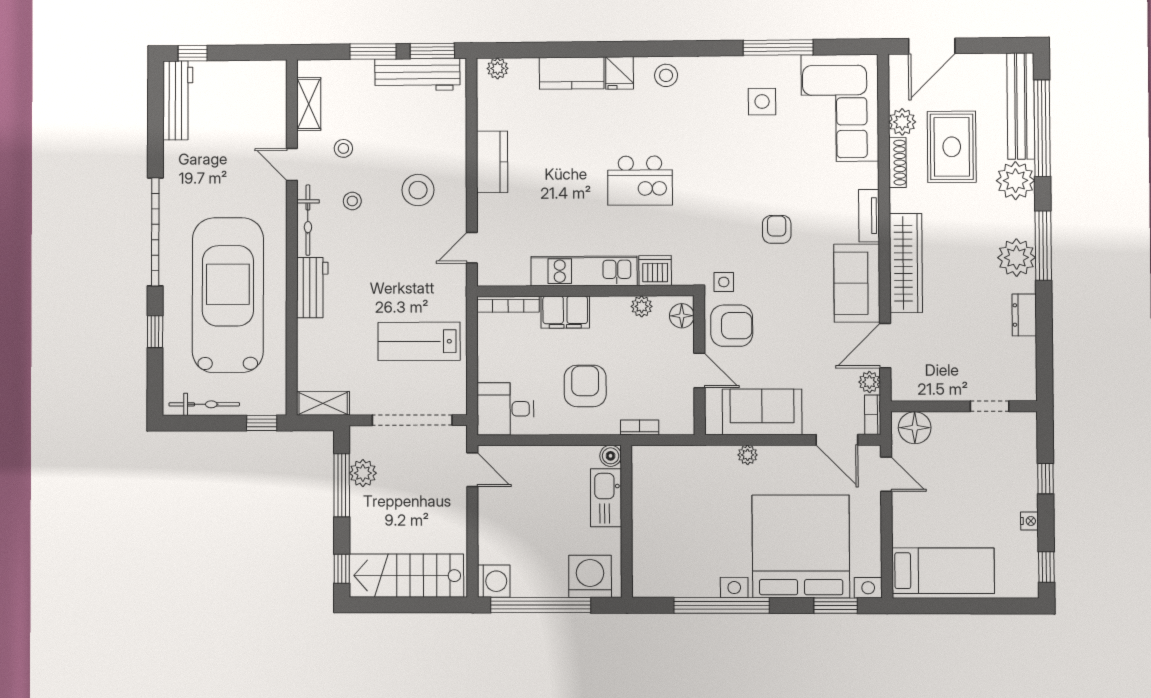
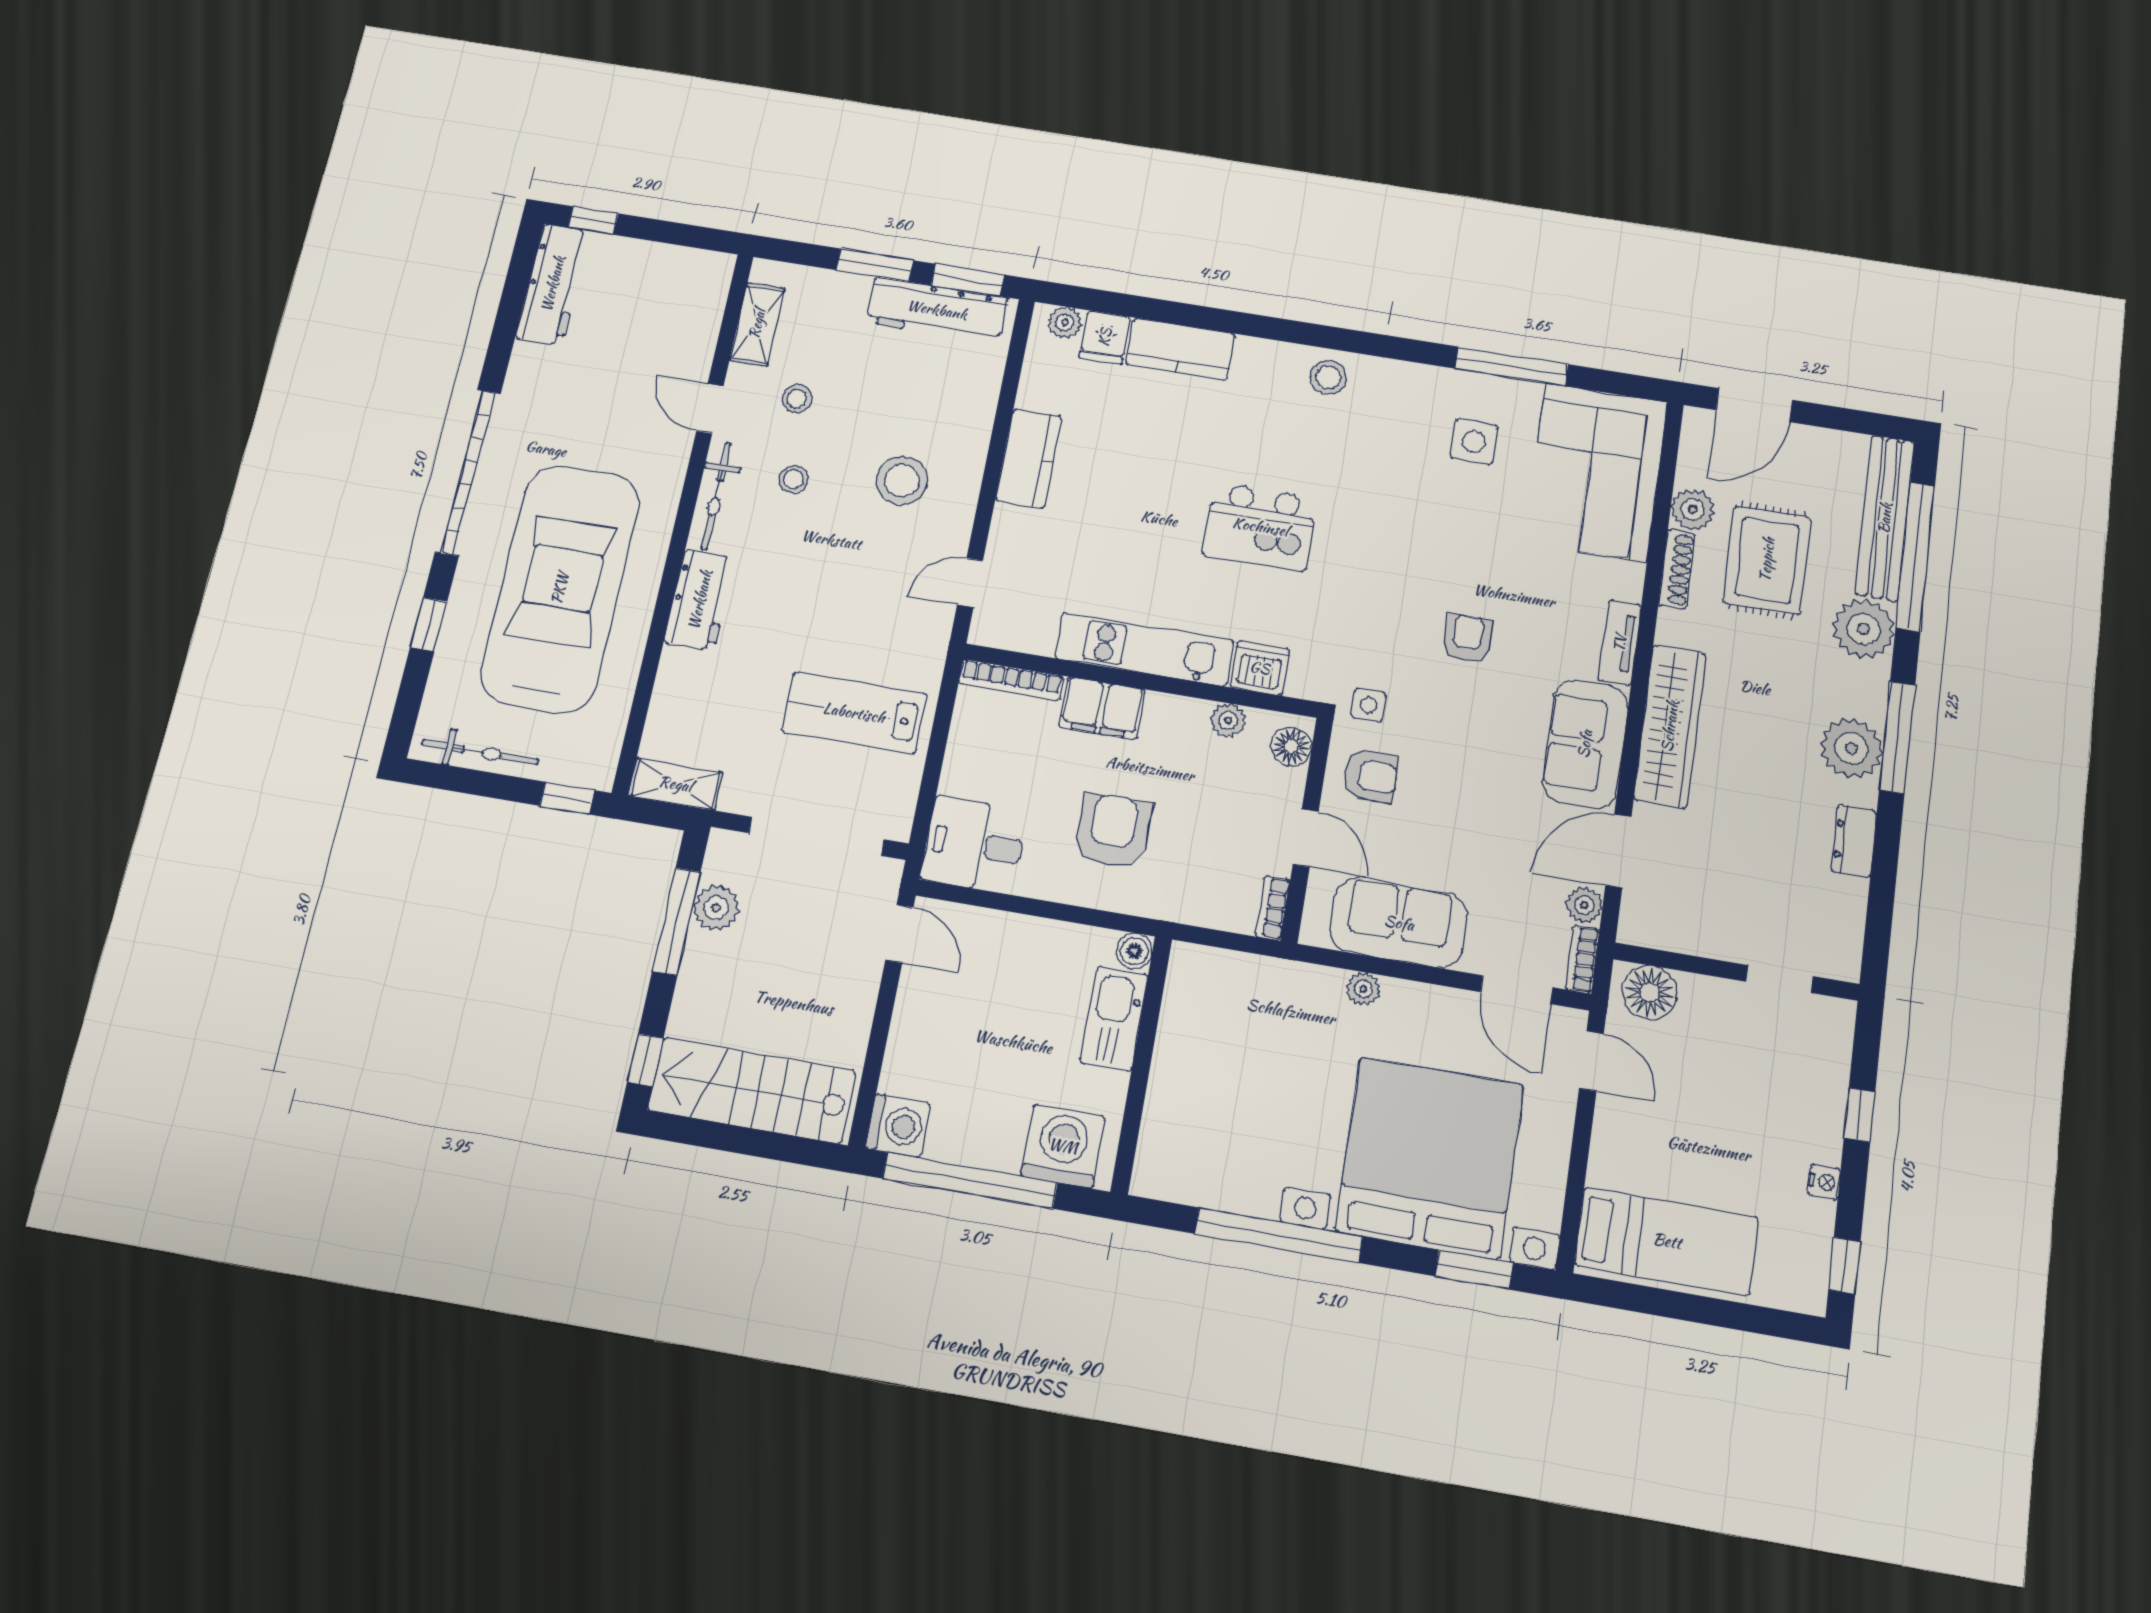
fridge: (620, 73) -> (1105, 337), moved
armchair: (732, 326) -> (1370, 776), width x0.72, depth x0.72
bookcase: (640, 427) -> (1273, 908), moved, turned -90

